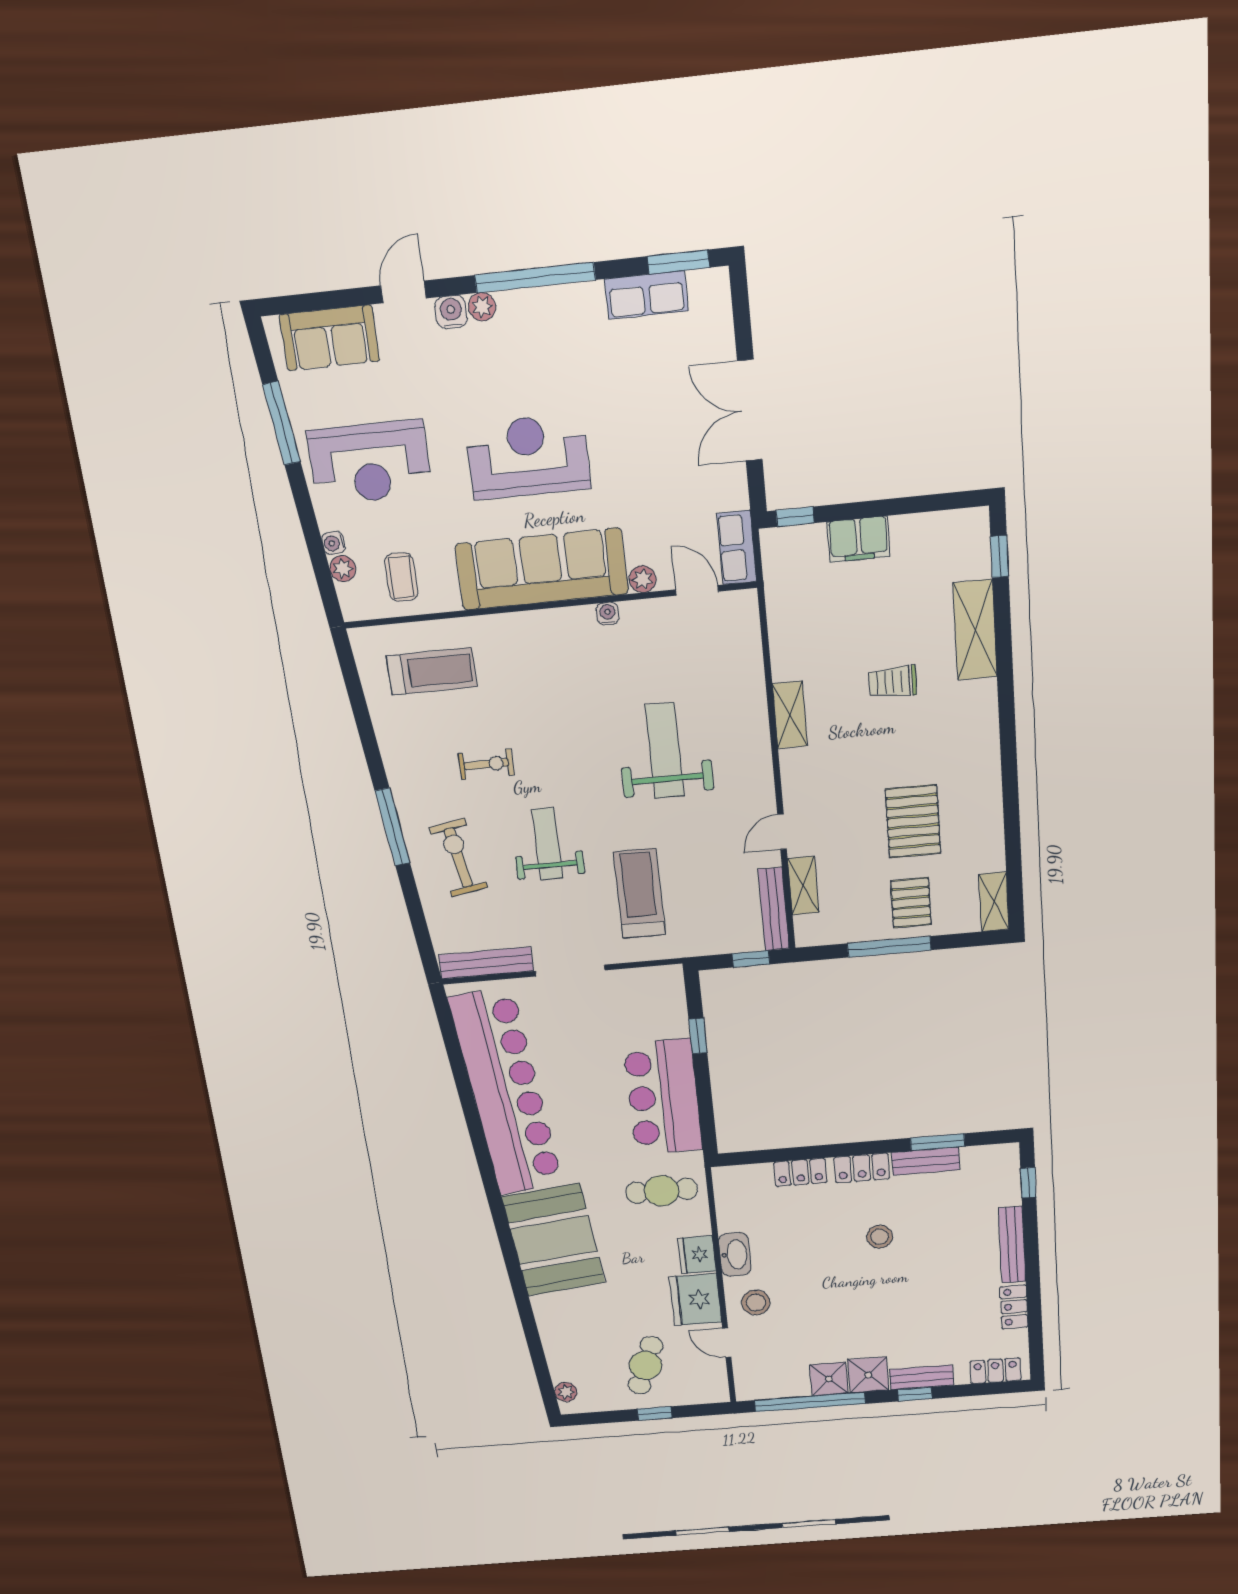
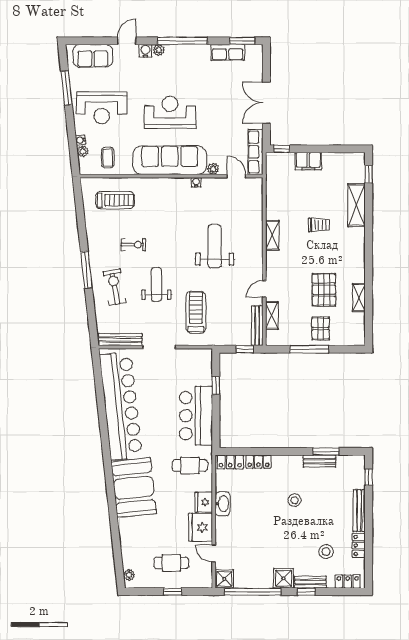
row of seats: (737, 547) -> (255, 152), width x1.48
trolley: (893, 682) -> (319, 225), turned 180
shelving: (994, 902) -> (359, 298), moved
locker: (862, 1168) -> (230, 462), moved
stool: (756, 1303) -> (326, 552), moved
cafe table: (646, 1365) -> (171, 563), turned 69
shower: (829, 1379) -> (224, 579), moved

